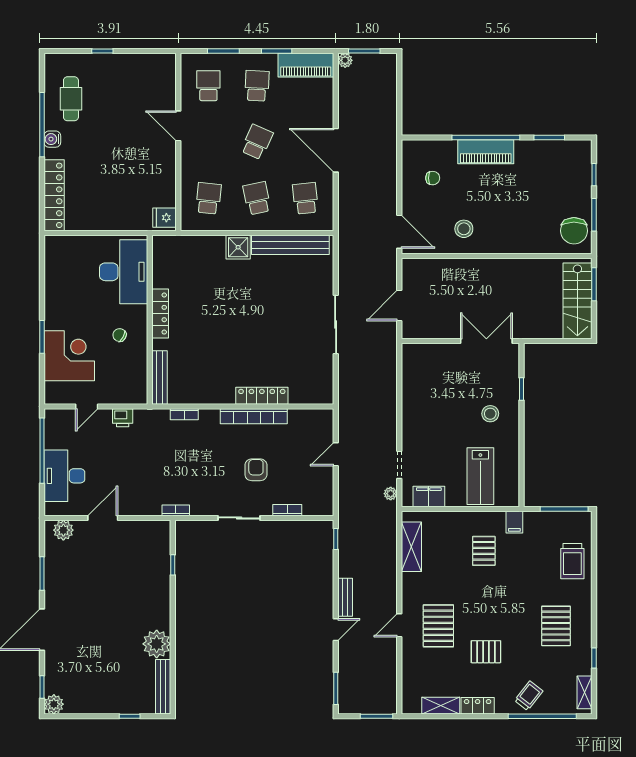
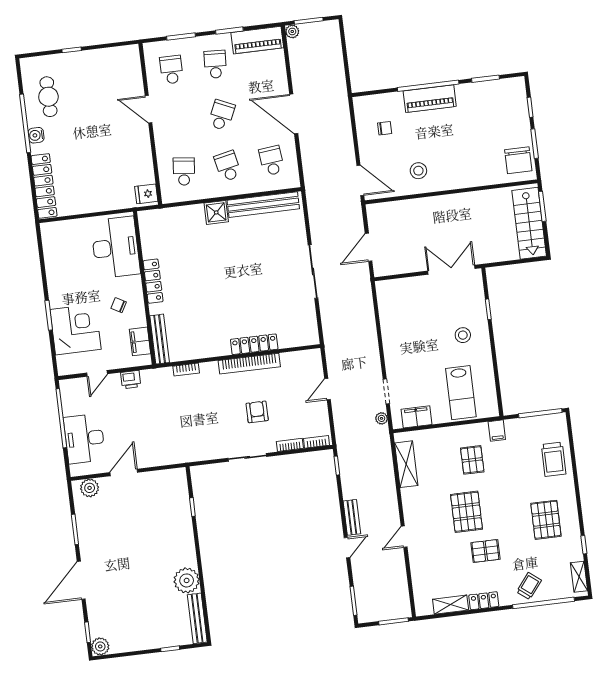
filing cabinet: (138, 377) -> (140, 341), added
bookcase: (176, 510) -> (317, 442), moved
pallet: (438, 626) -> (467, 512), moved

